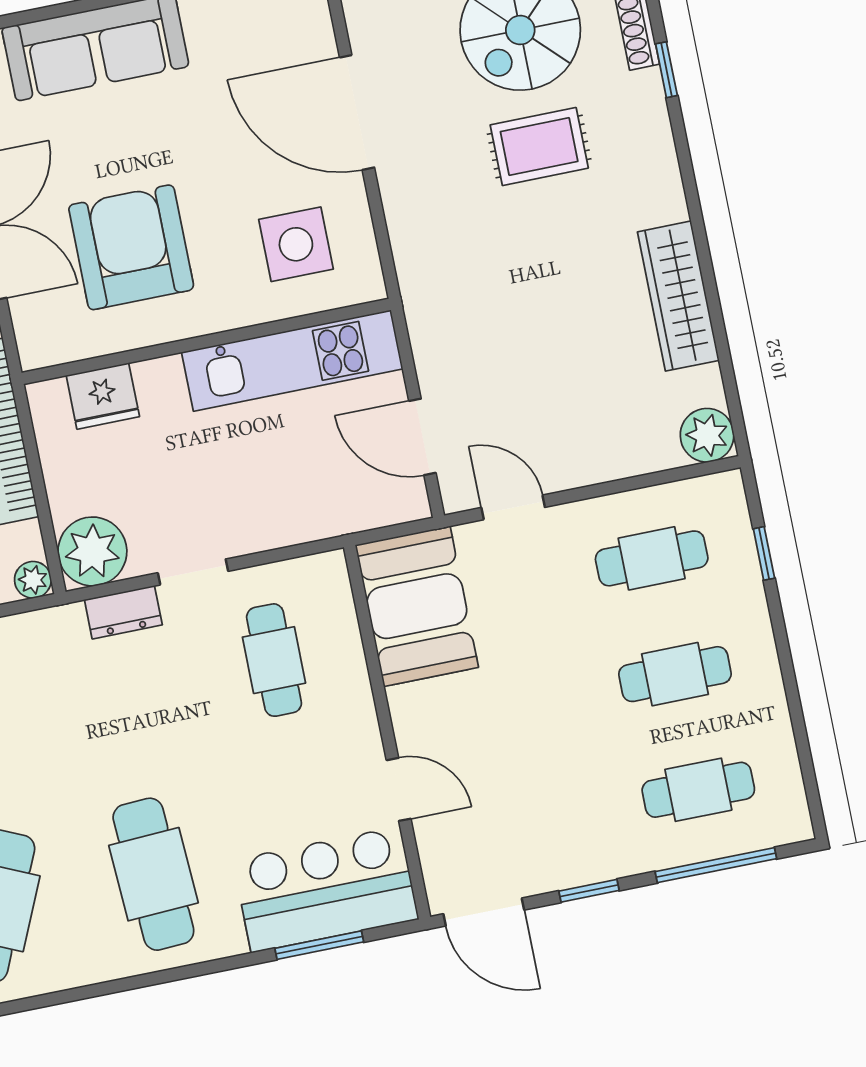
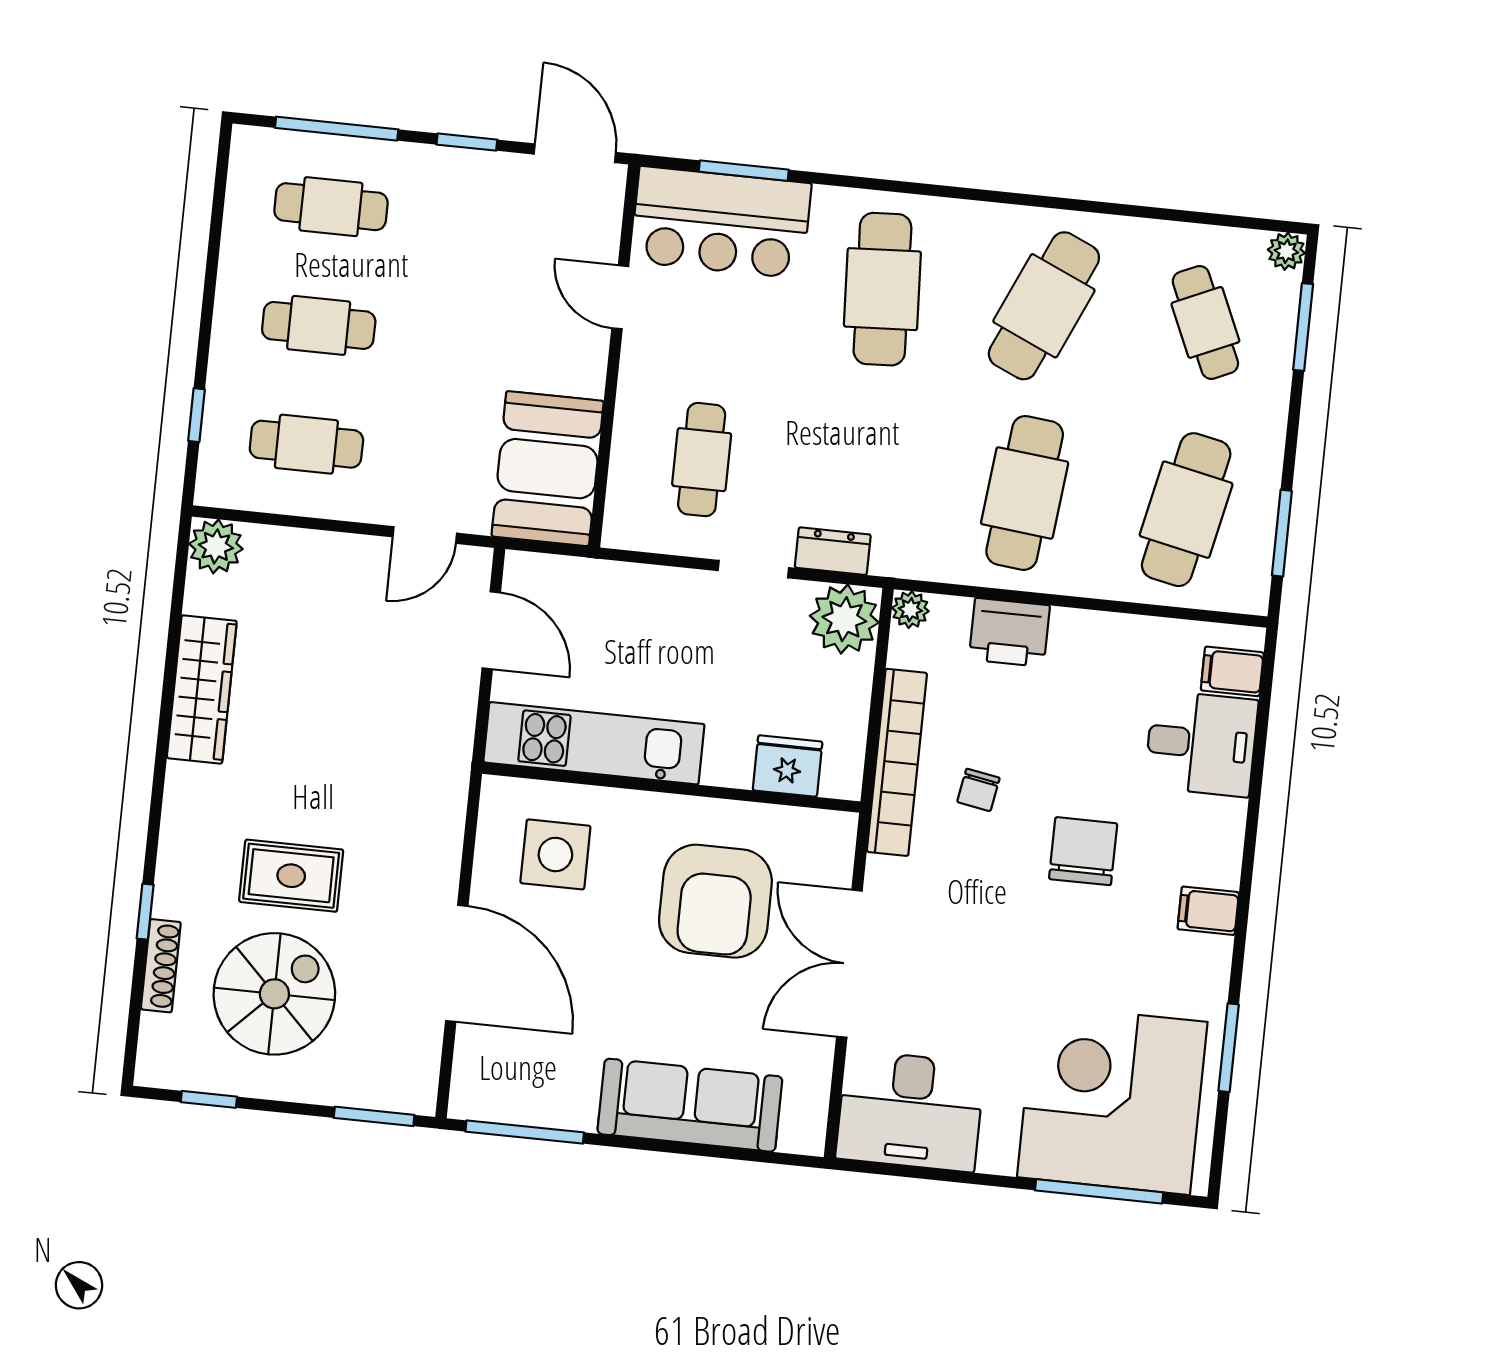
door: (513, 507) -> (425, 535), hinge flipped

